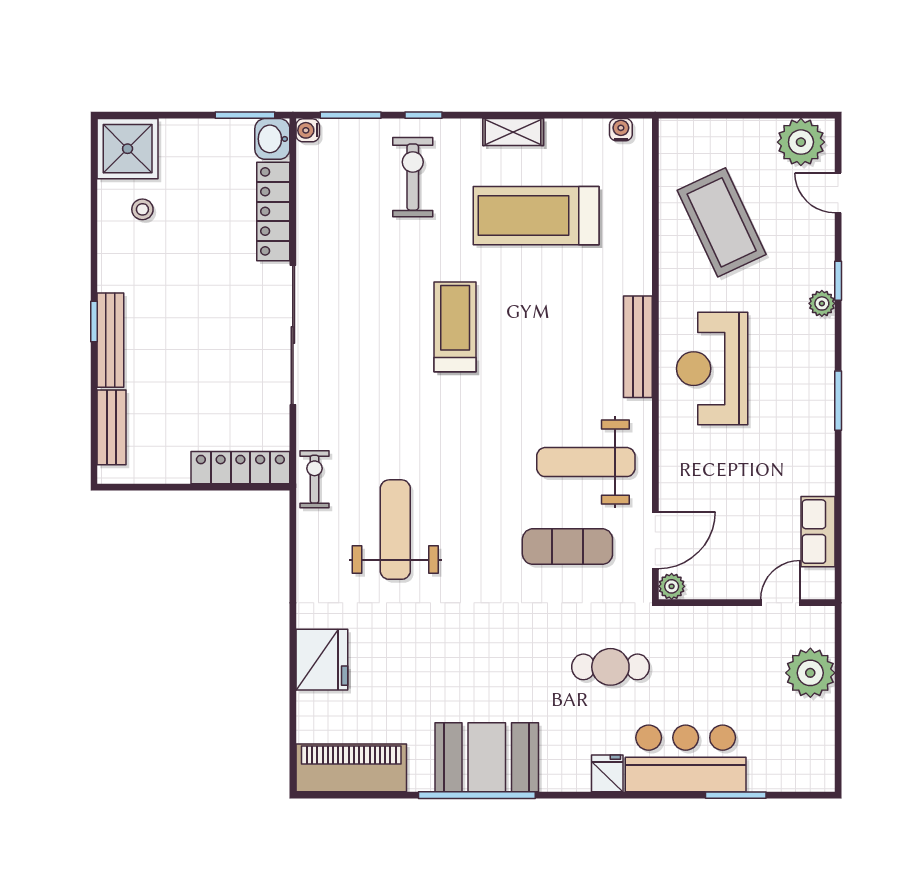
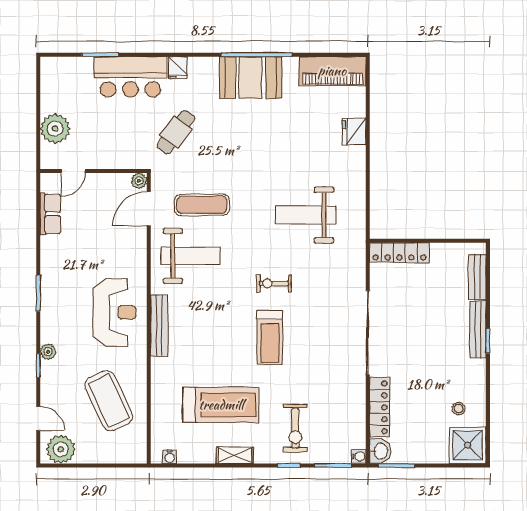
exercise bike: (315, 479) -> (274, 283), moved, turned 90
weight bench: (395, 530) -> (306, 215), turned 90
fridge: (322, 660) -> (354, 132), width x0.73, depth x0.75
cafe table: (610, 667) -> (176, 132), turned -53

